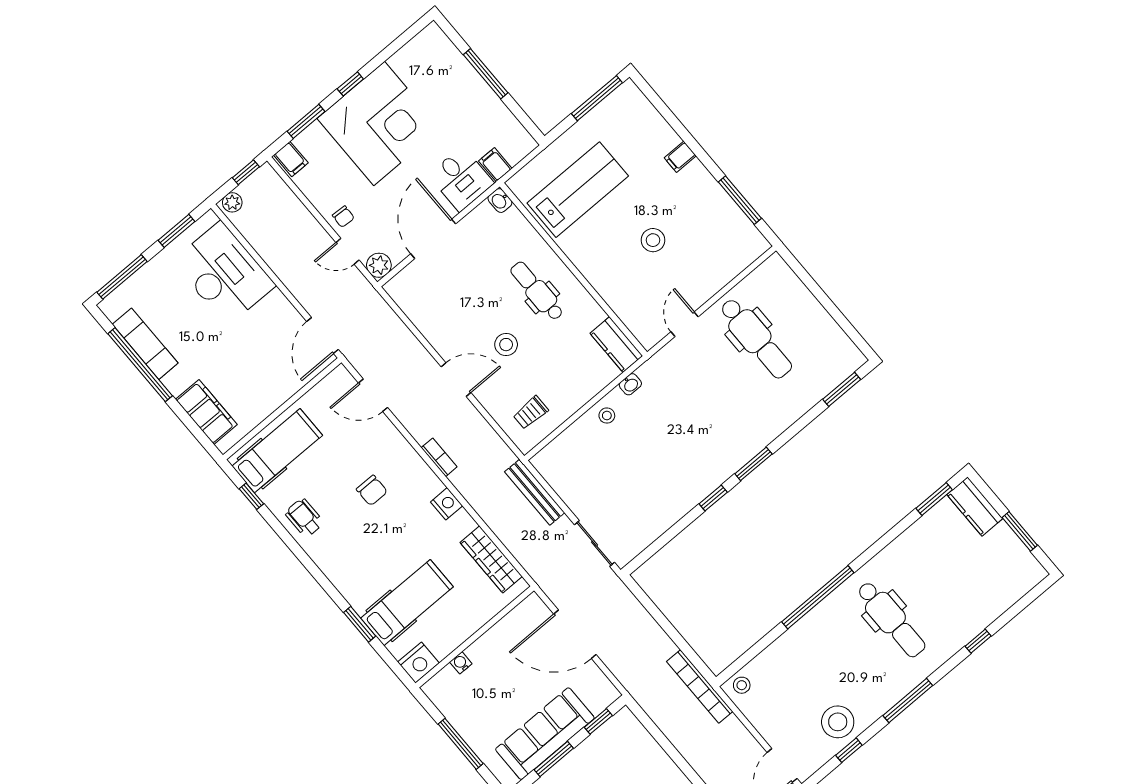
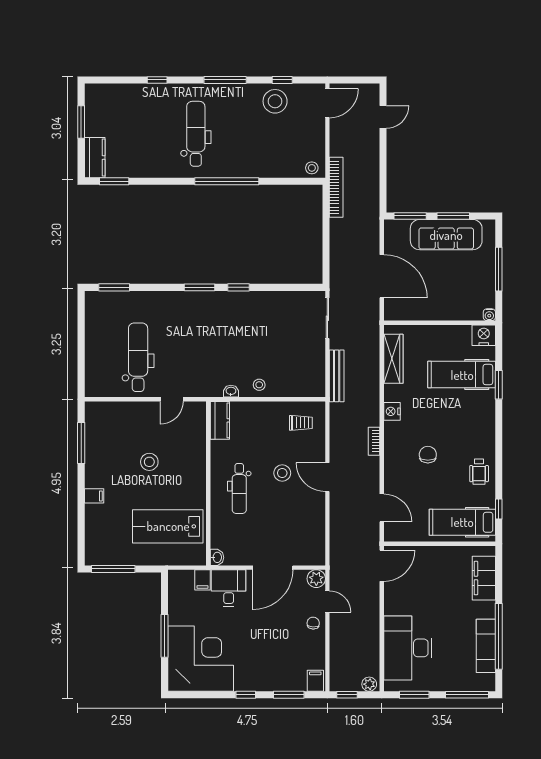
corner desk: (379, 123) -> (201, 659), moved, turned 90
water cooler: (461, 663) -> (489, 315), moved
window: (598, 721) -> (410, 216), width x1.50

